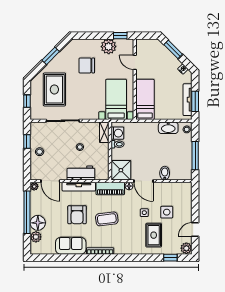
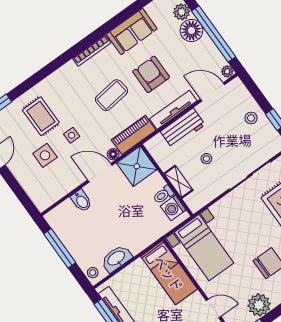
shelving: (104, 132) -> (178, 182), moved

